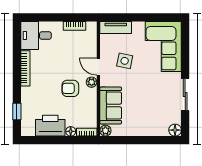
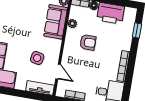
door: (98, 67) -> (58, 72), moved
plant: (92, 82) -> (72, 24), moved

